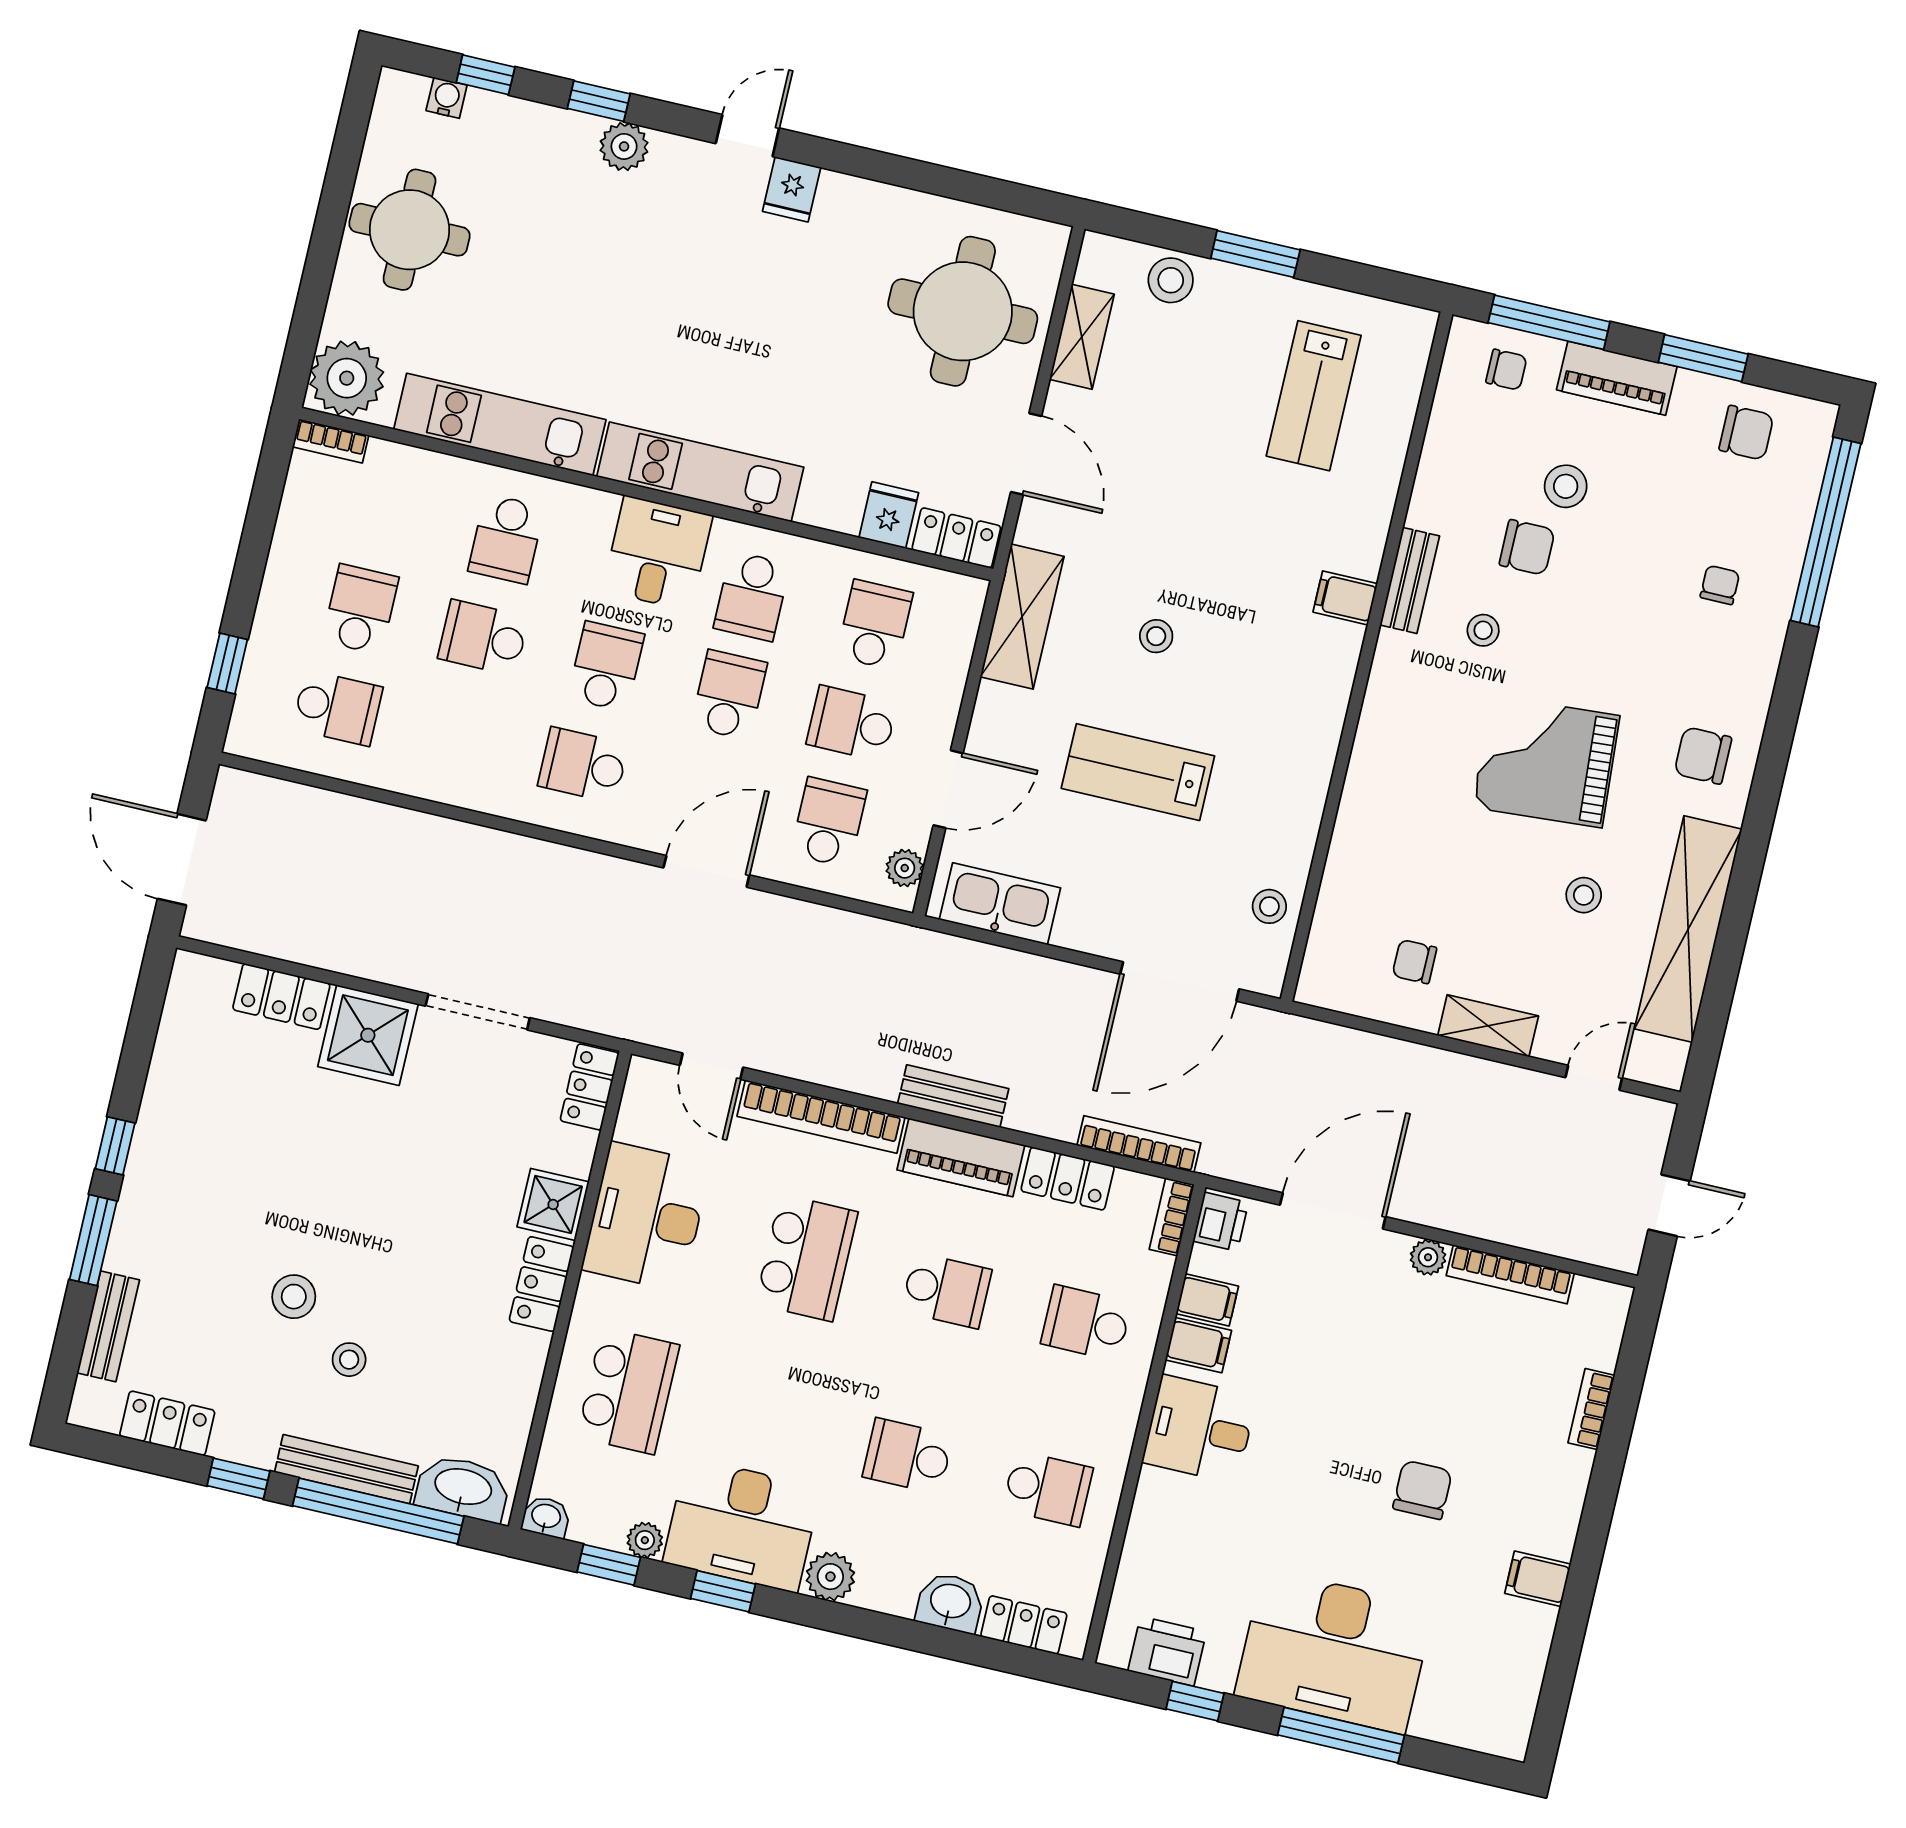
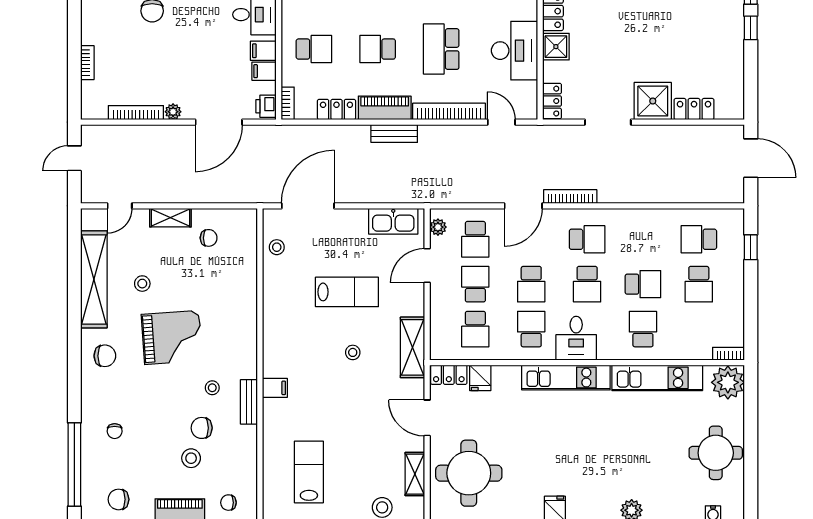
school desk: (852, 723) -> (475, 284), turned -90
bookcase: (1139, 1144) -> (570, 196), moved, turned 180

